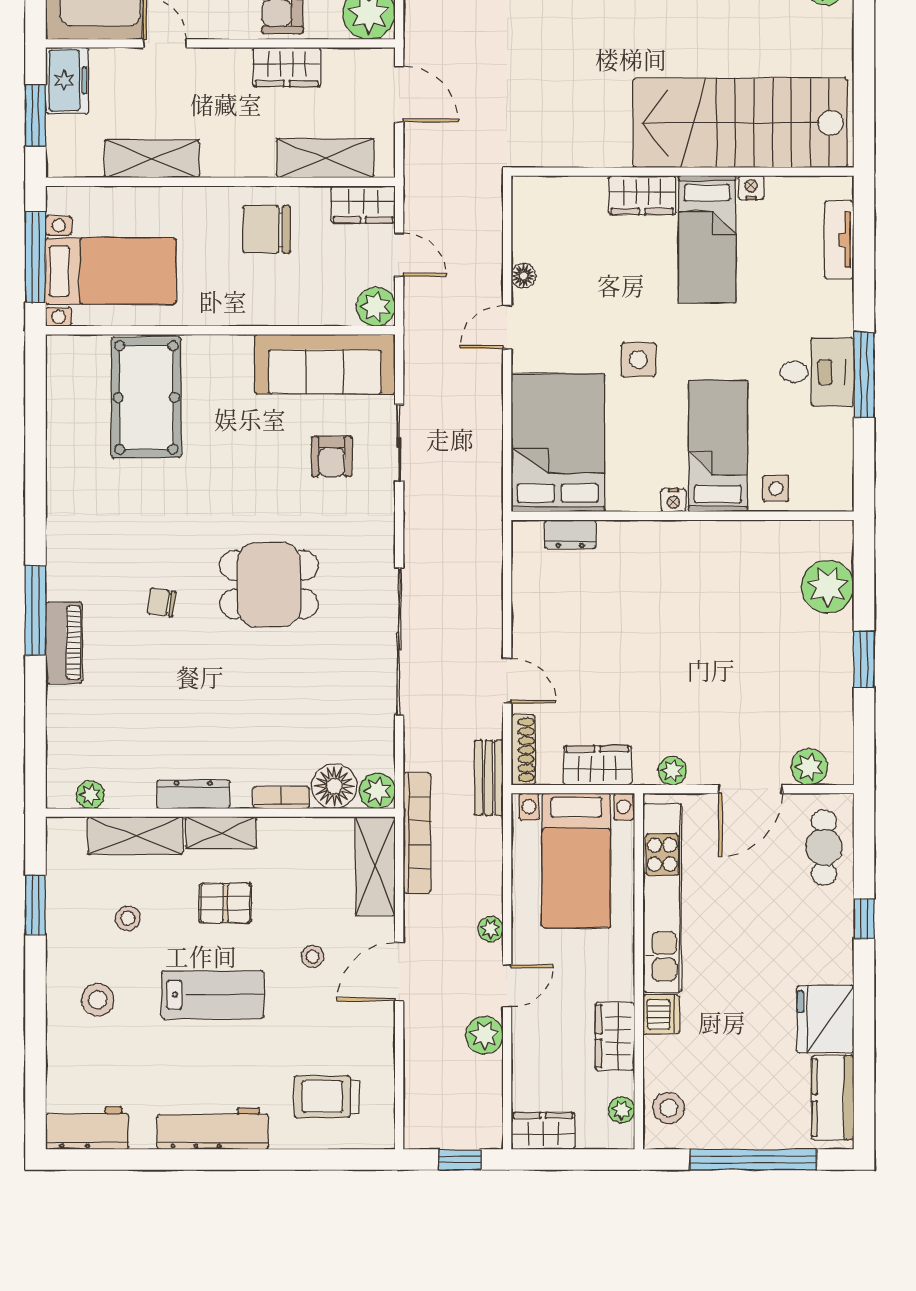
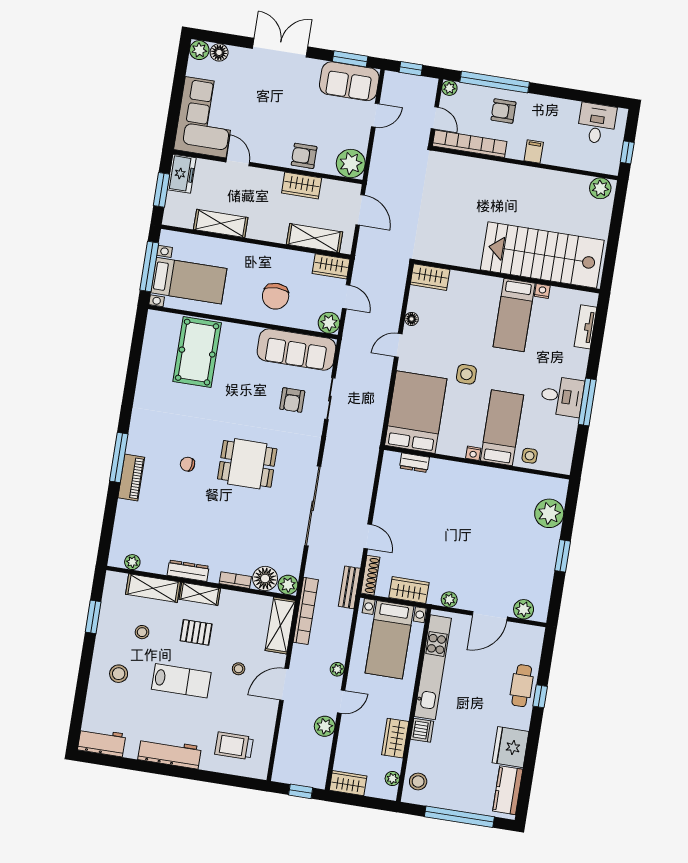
wardrobe: (642, 195) -> (430, 277), moved
chair: (267, 229) -> (276, 296), moved, turned -90
cafe table: (824, 847) -> (522, 686), moved

